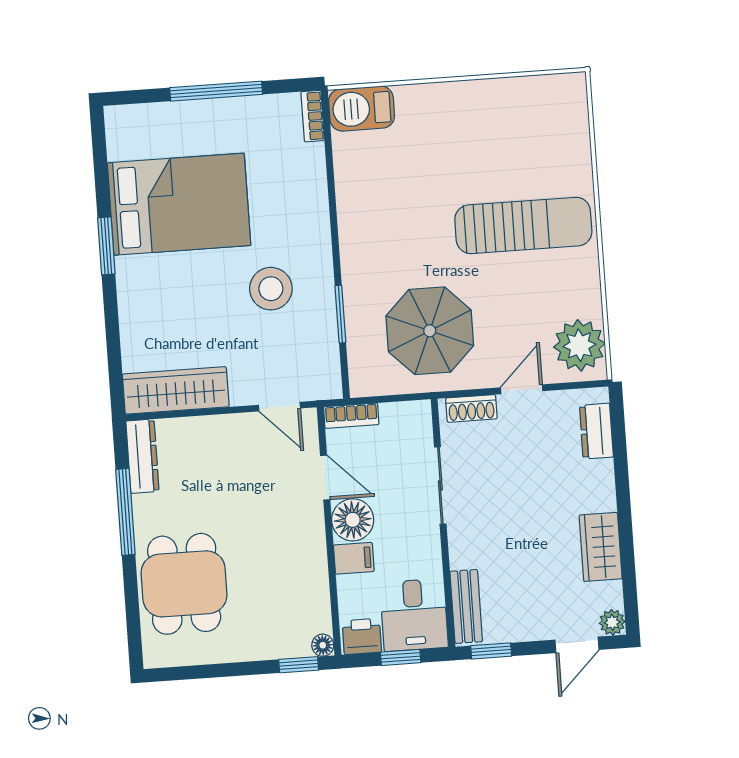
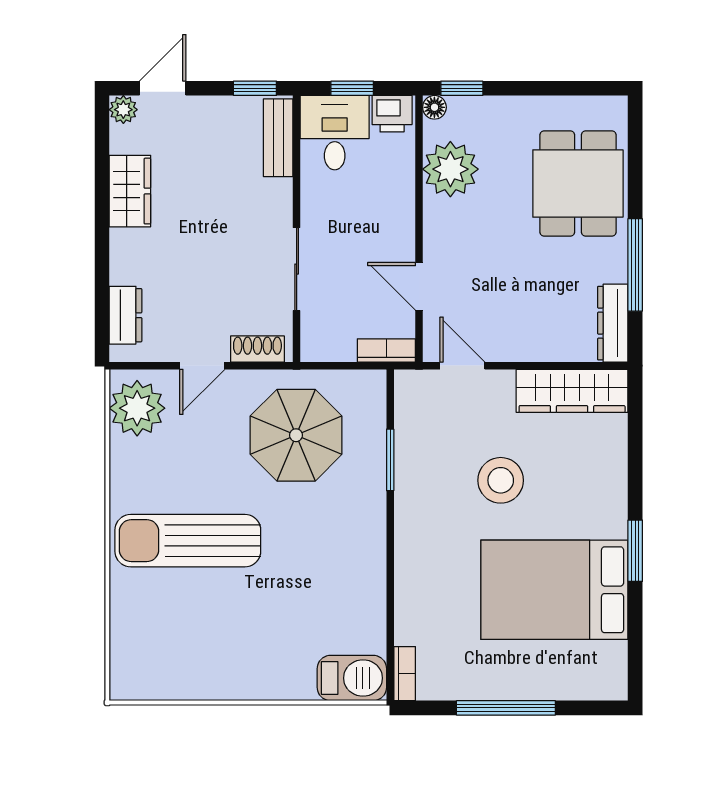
stool: (271, 289) -> (501, 480), moved
floor lamp: (353, 520) -> (393, 239), removed
filing cabinet: (354, 558) -> (395, 198), removed
plant: (304, 589) -> (450, 169), added

